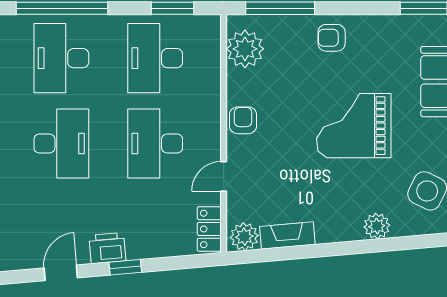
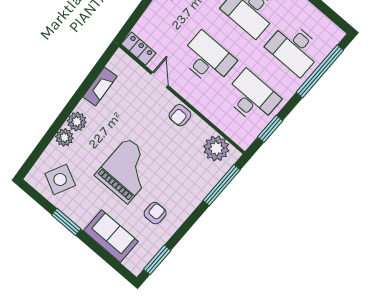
armchair: (332, 38) -> (155, 213), moved
desk: (61, 58) -> (294, 48), turned 180
armchair: (243, 120) -> (180, 115), turned 90
plant: (244, 237) -> (77, 121), moved

